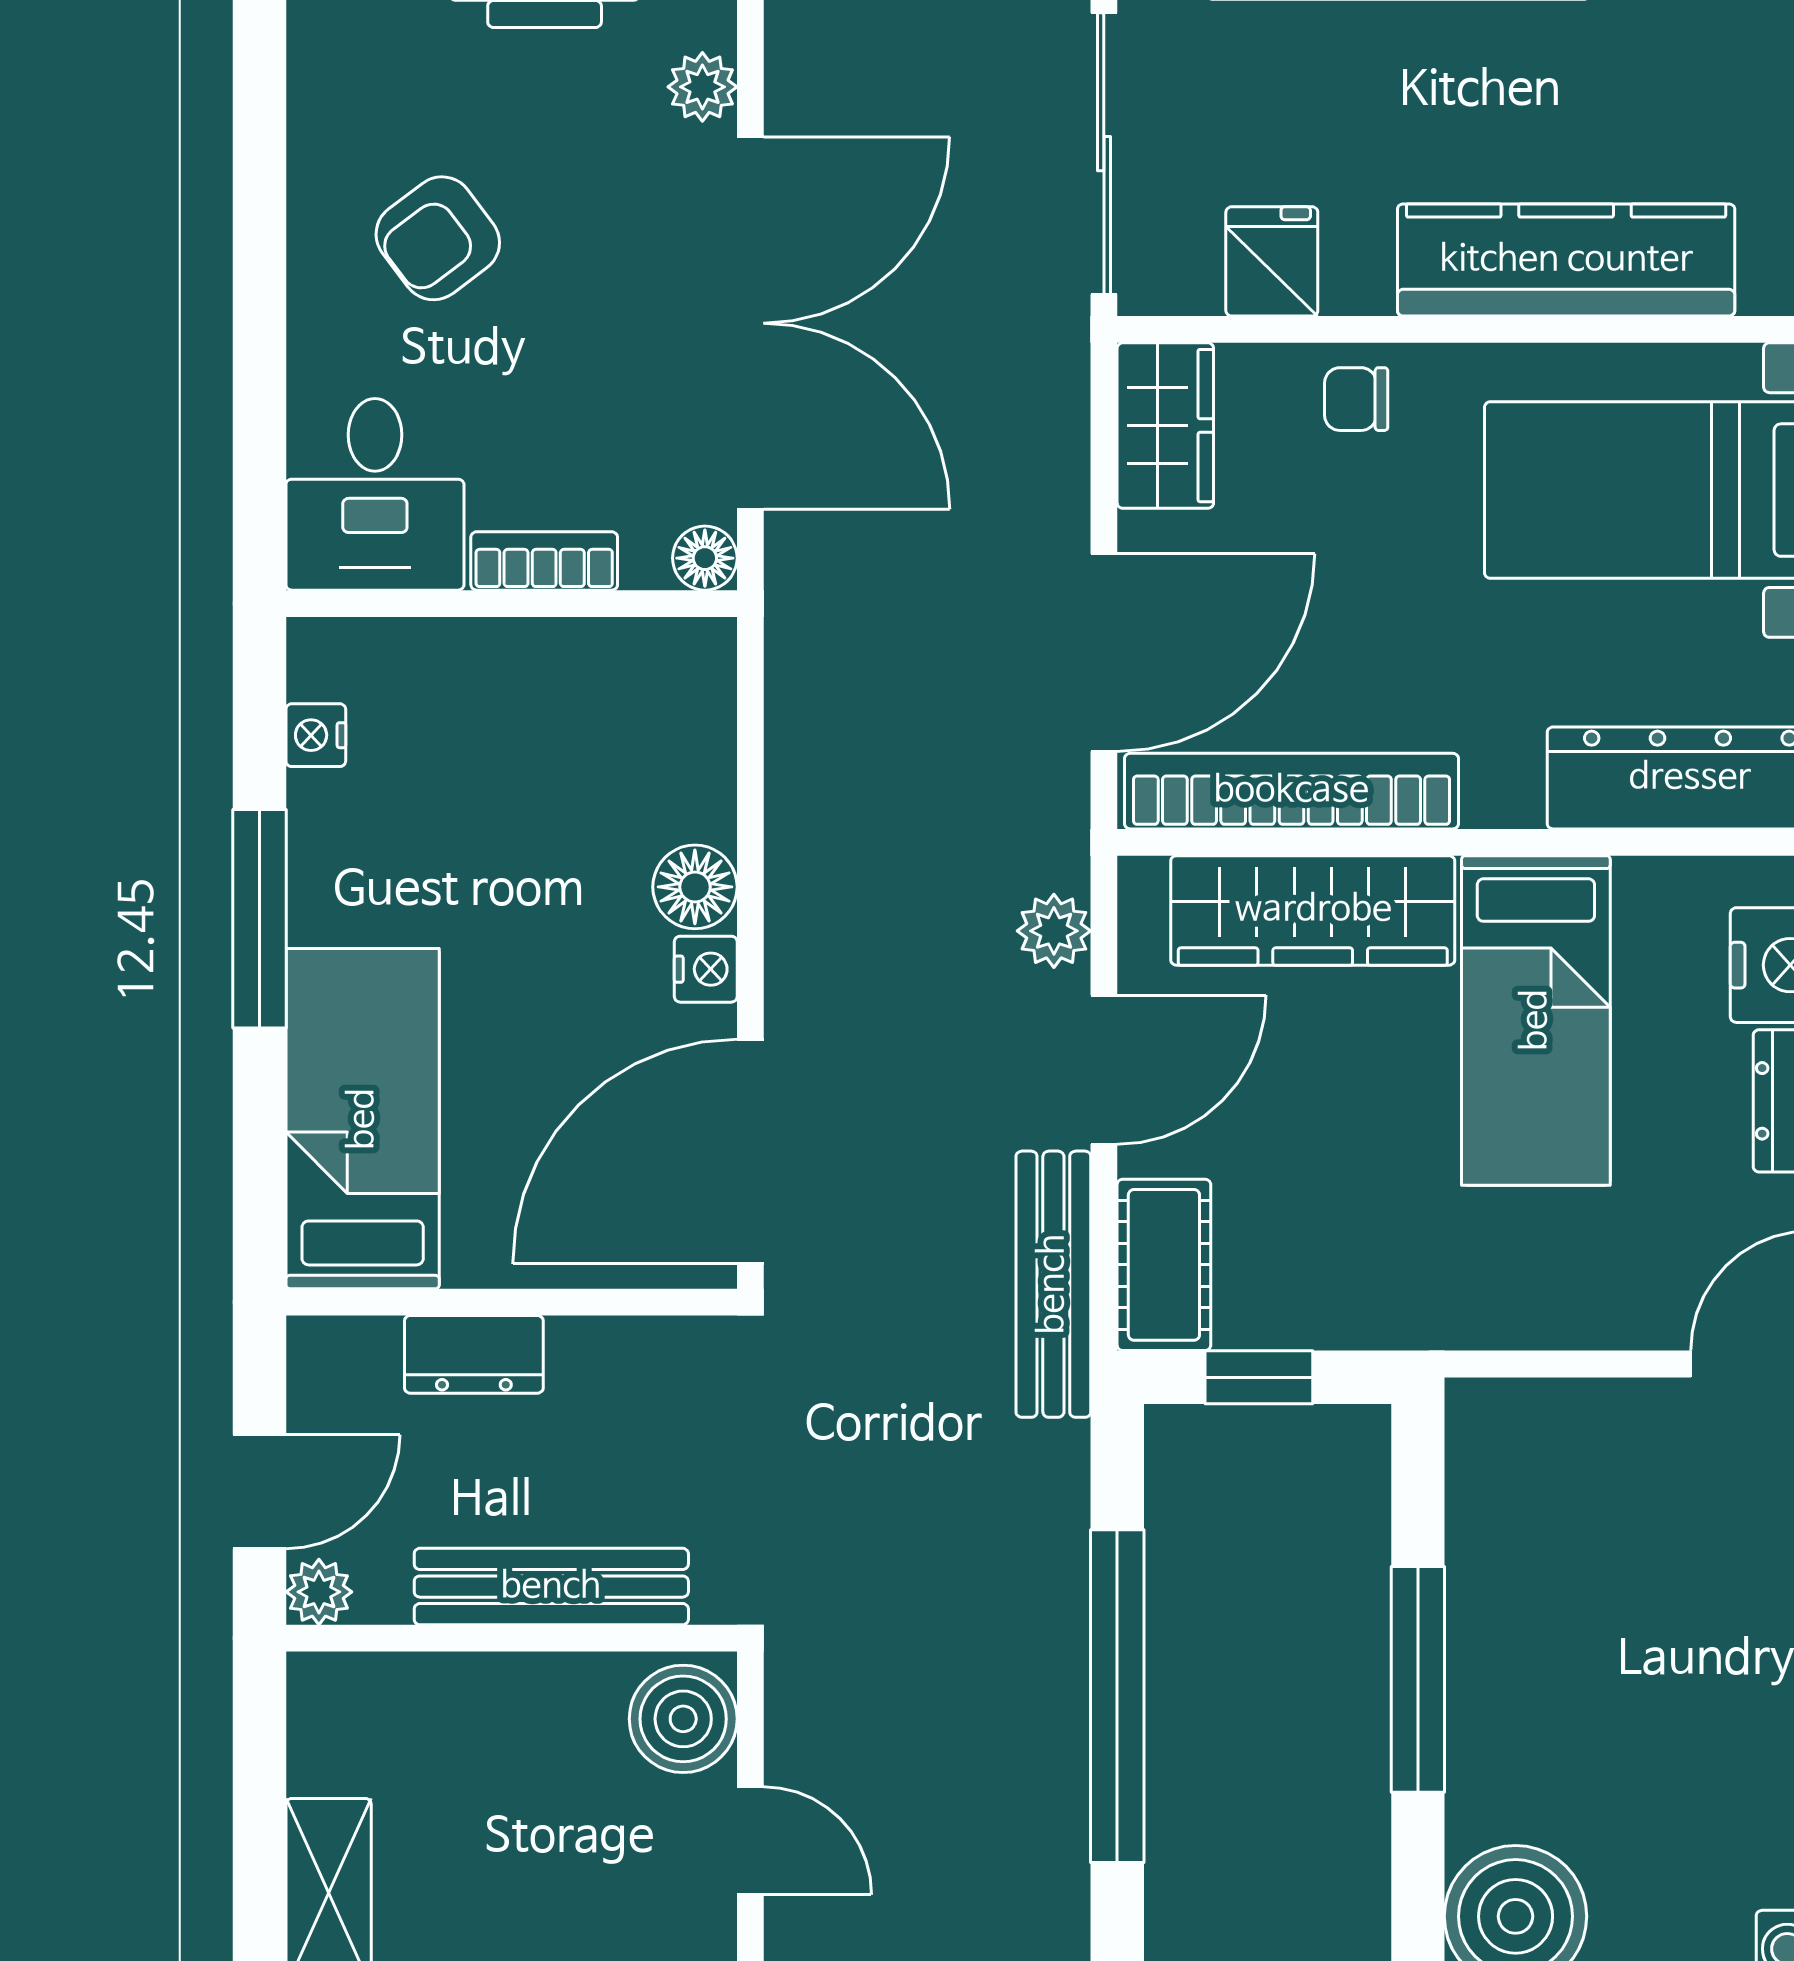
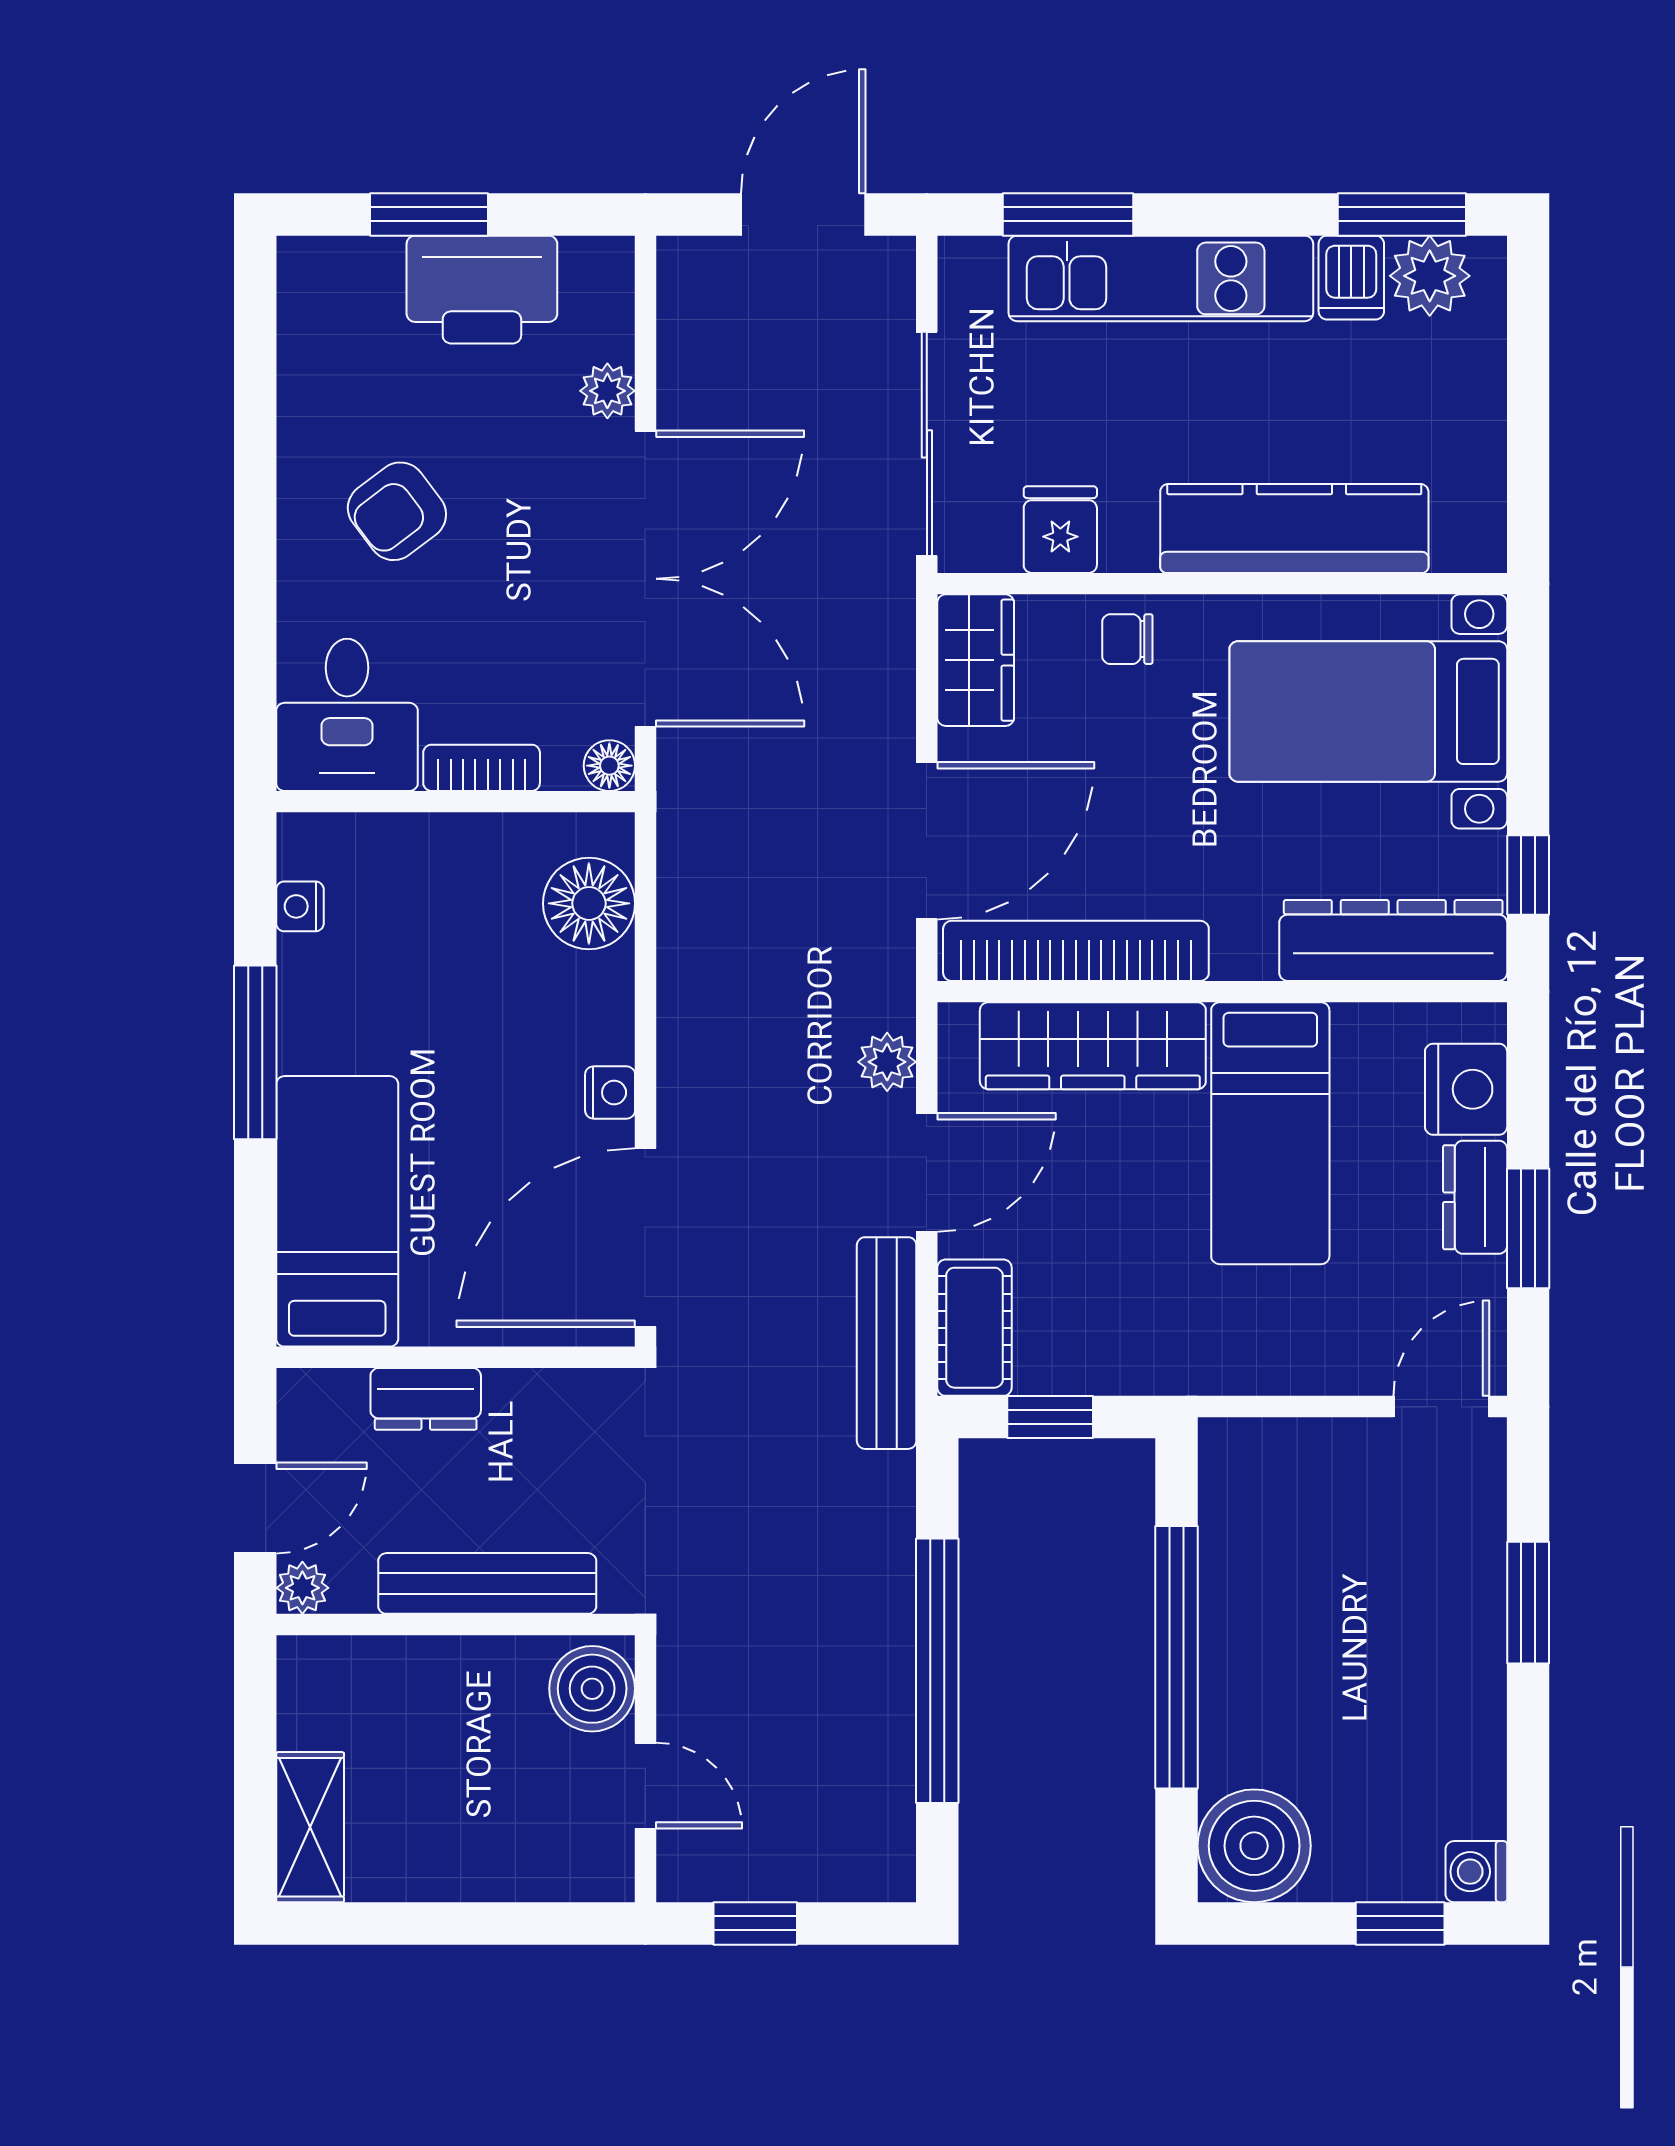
floor lamp: (695, 887) -> (589, 903), moved, width x1.38, depth x1.38
window: (1418, 1679) -> (1176, 1657), width x1.46

